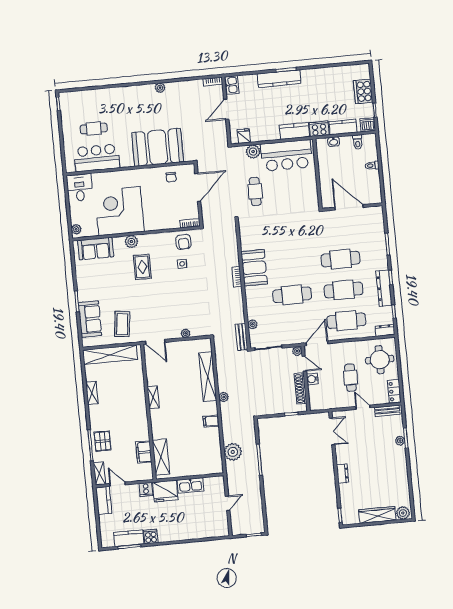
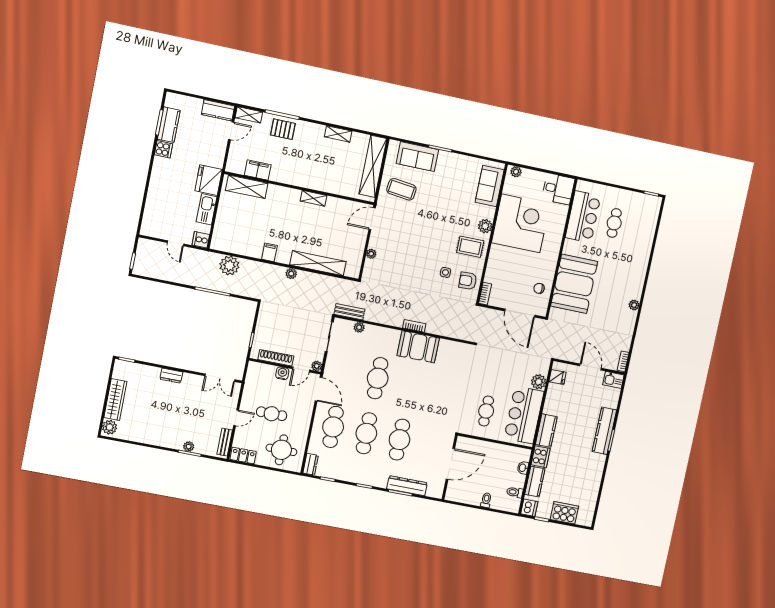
cafe table: (255, 191) -> (486, 411), moved, turned 90
rug: (142, 267) -> (470, 247), moved
dresser: (384, 288) -> (407, 486), moved
cooker: (146, 489) -> (201, 240), moved

